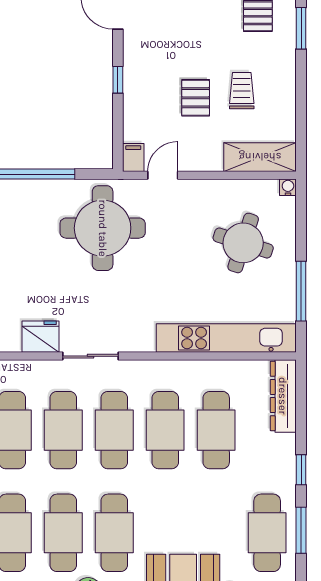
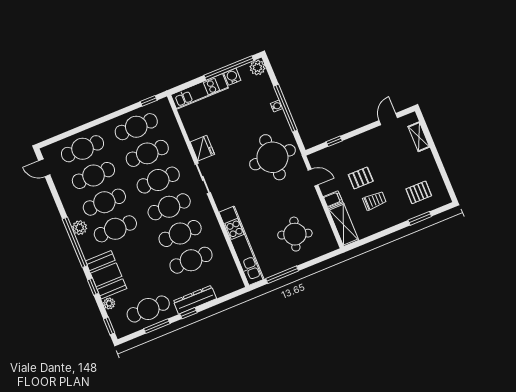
window: (118, 80) -> (334, 141), moved
filing cabinet: (133, 158) -> (333, 199), moved
water cooler: (288, 187) -> (276, 106), moved
dresser: (283, 396) -> (195, 300), moved

